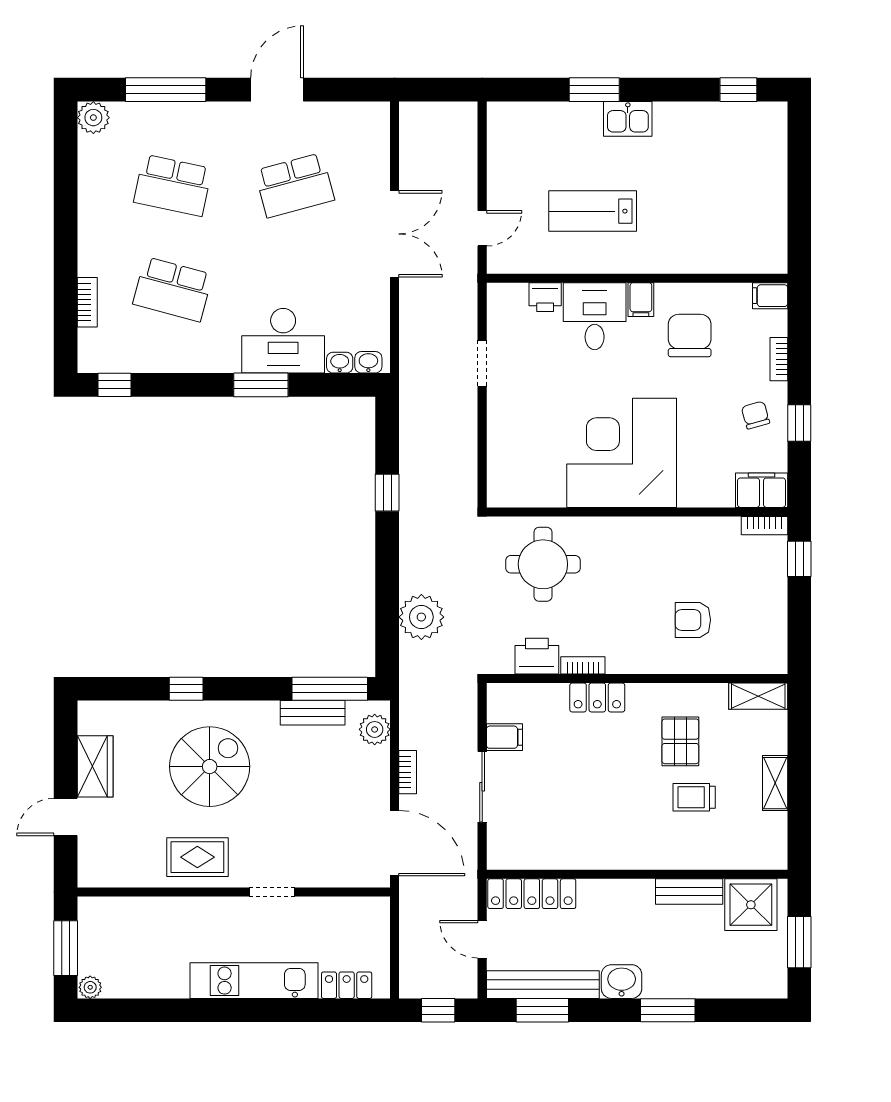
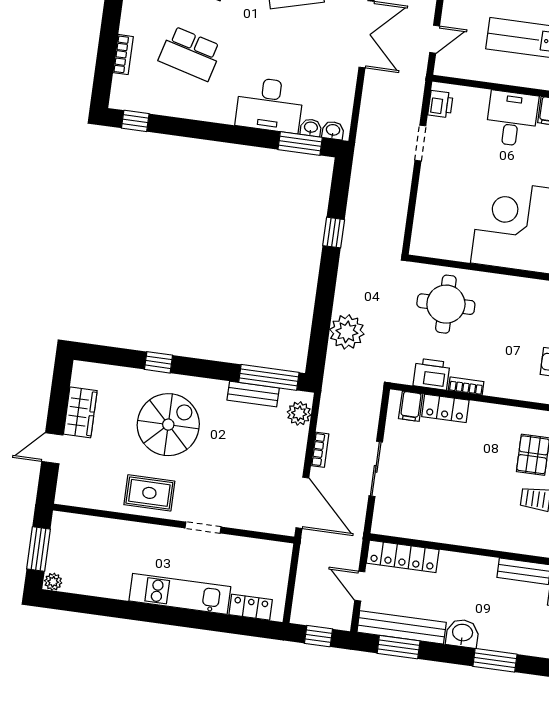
printer: (545, 297) -> (440, 104), moved, turned -90
window: (261, 385) -> (300, 144), moved
locker: (597, 698) -> (445, 408), moved
filing cabinet: (504, 737) -> (411, 406), moved, turned 90

